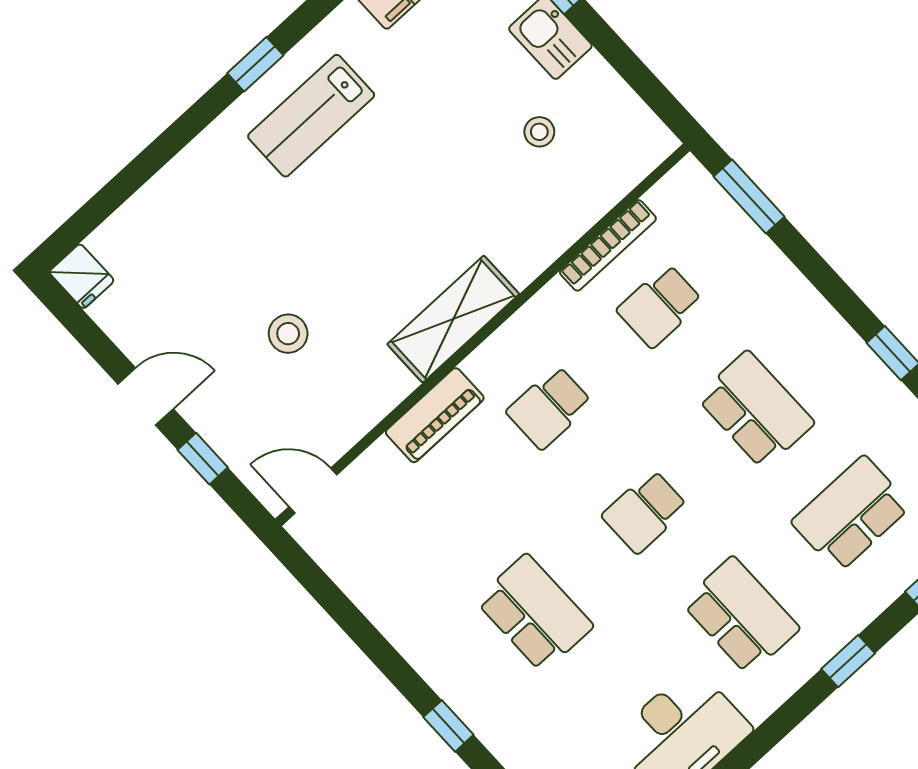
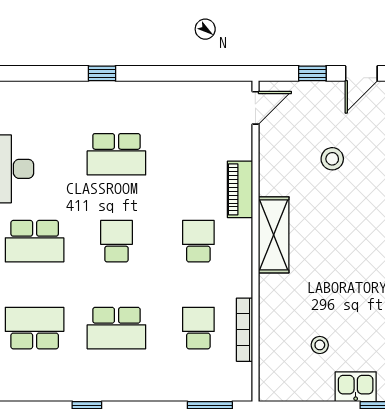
school desk: (851, 514) -> (35, 328), turned -90

